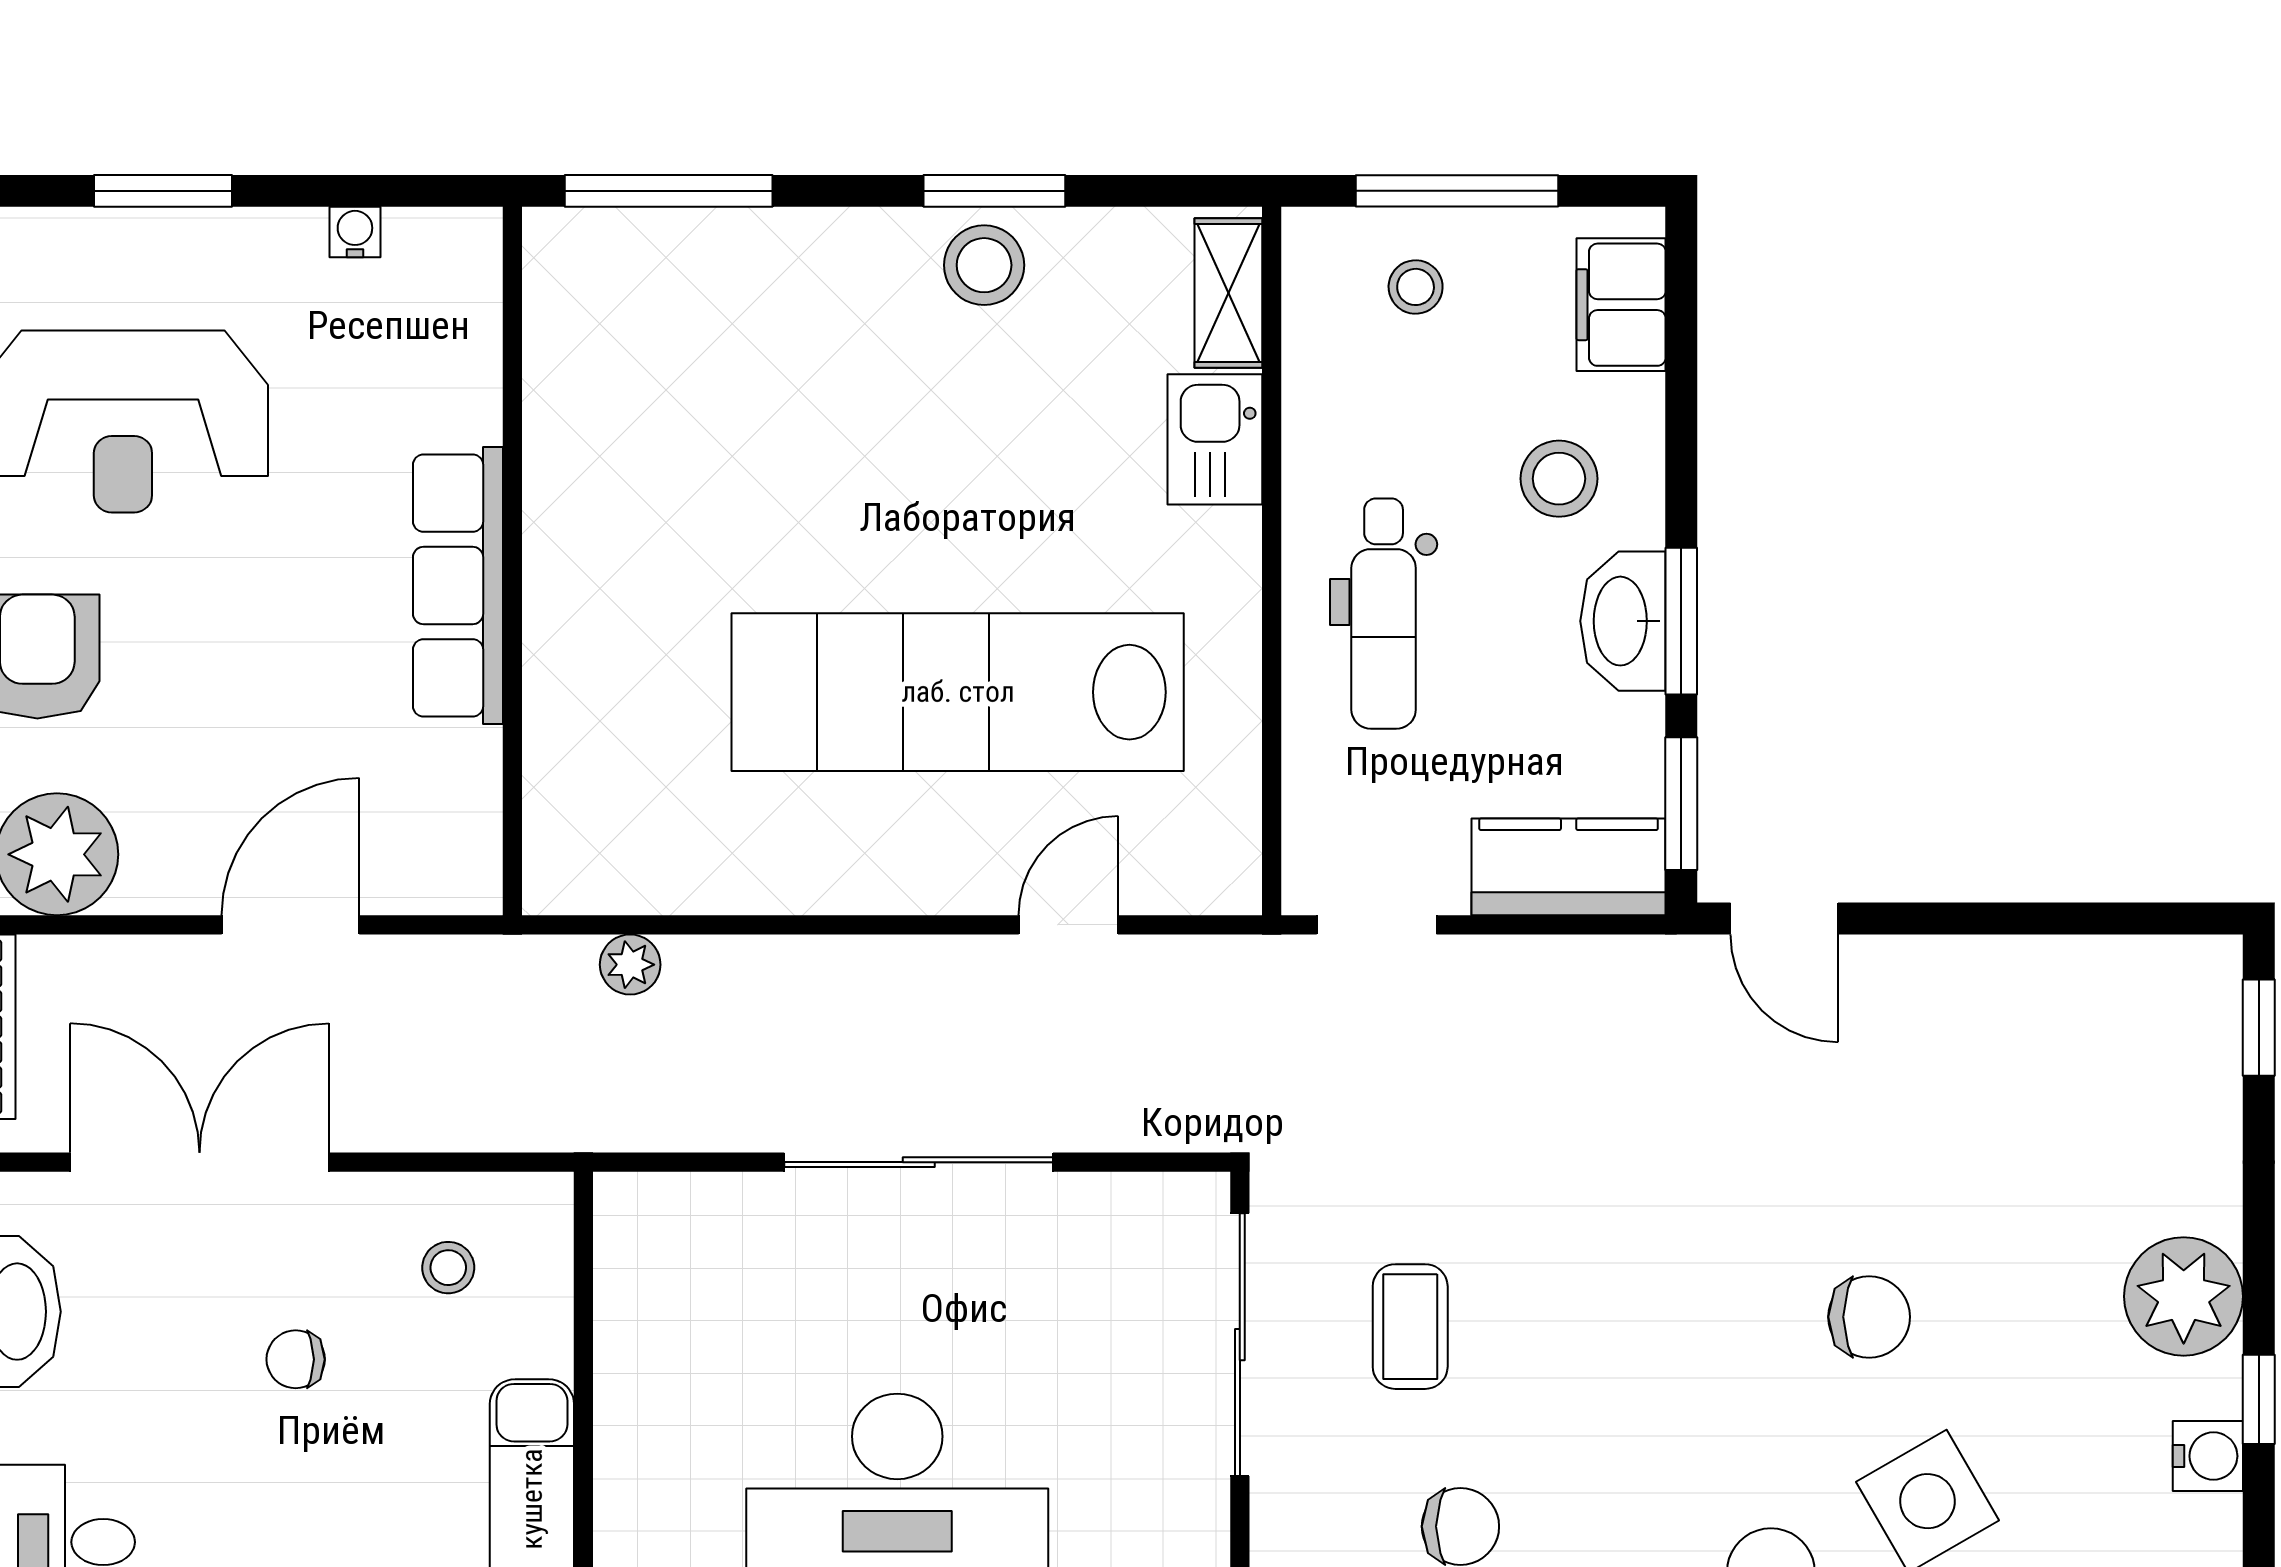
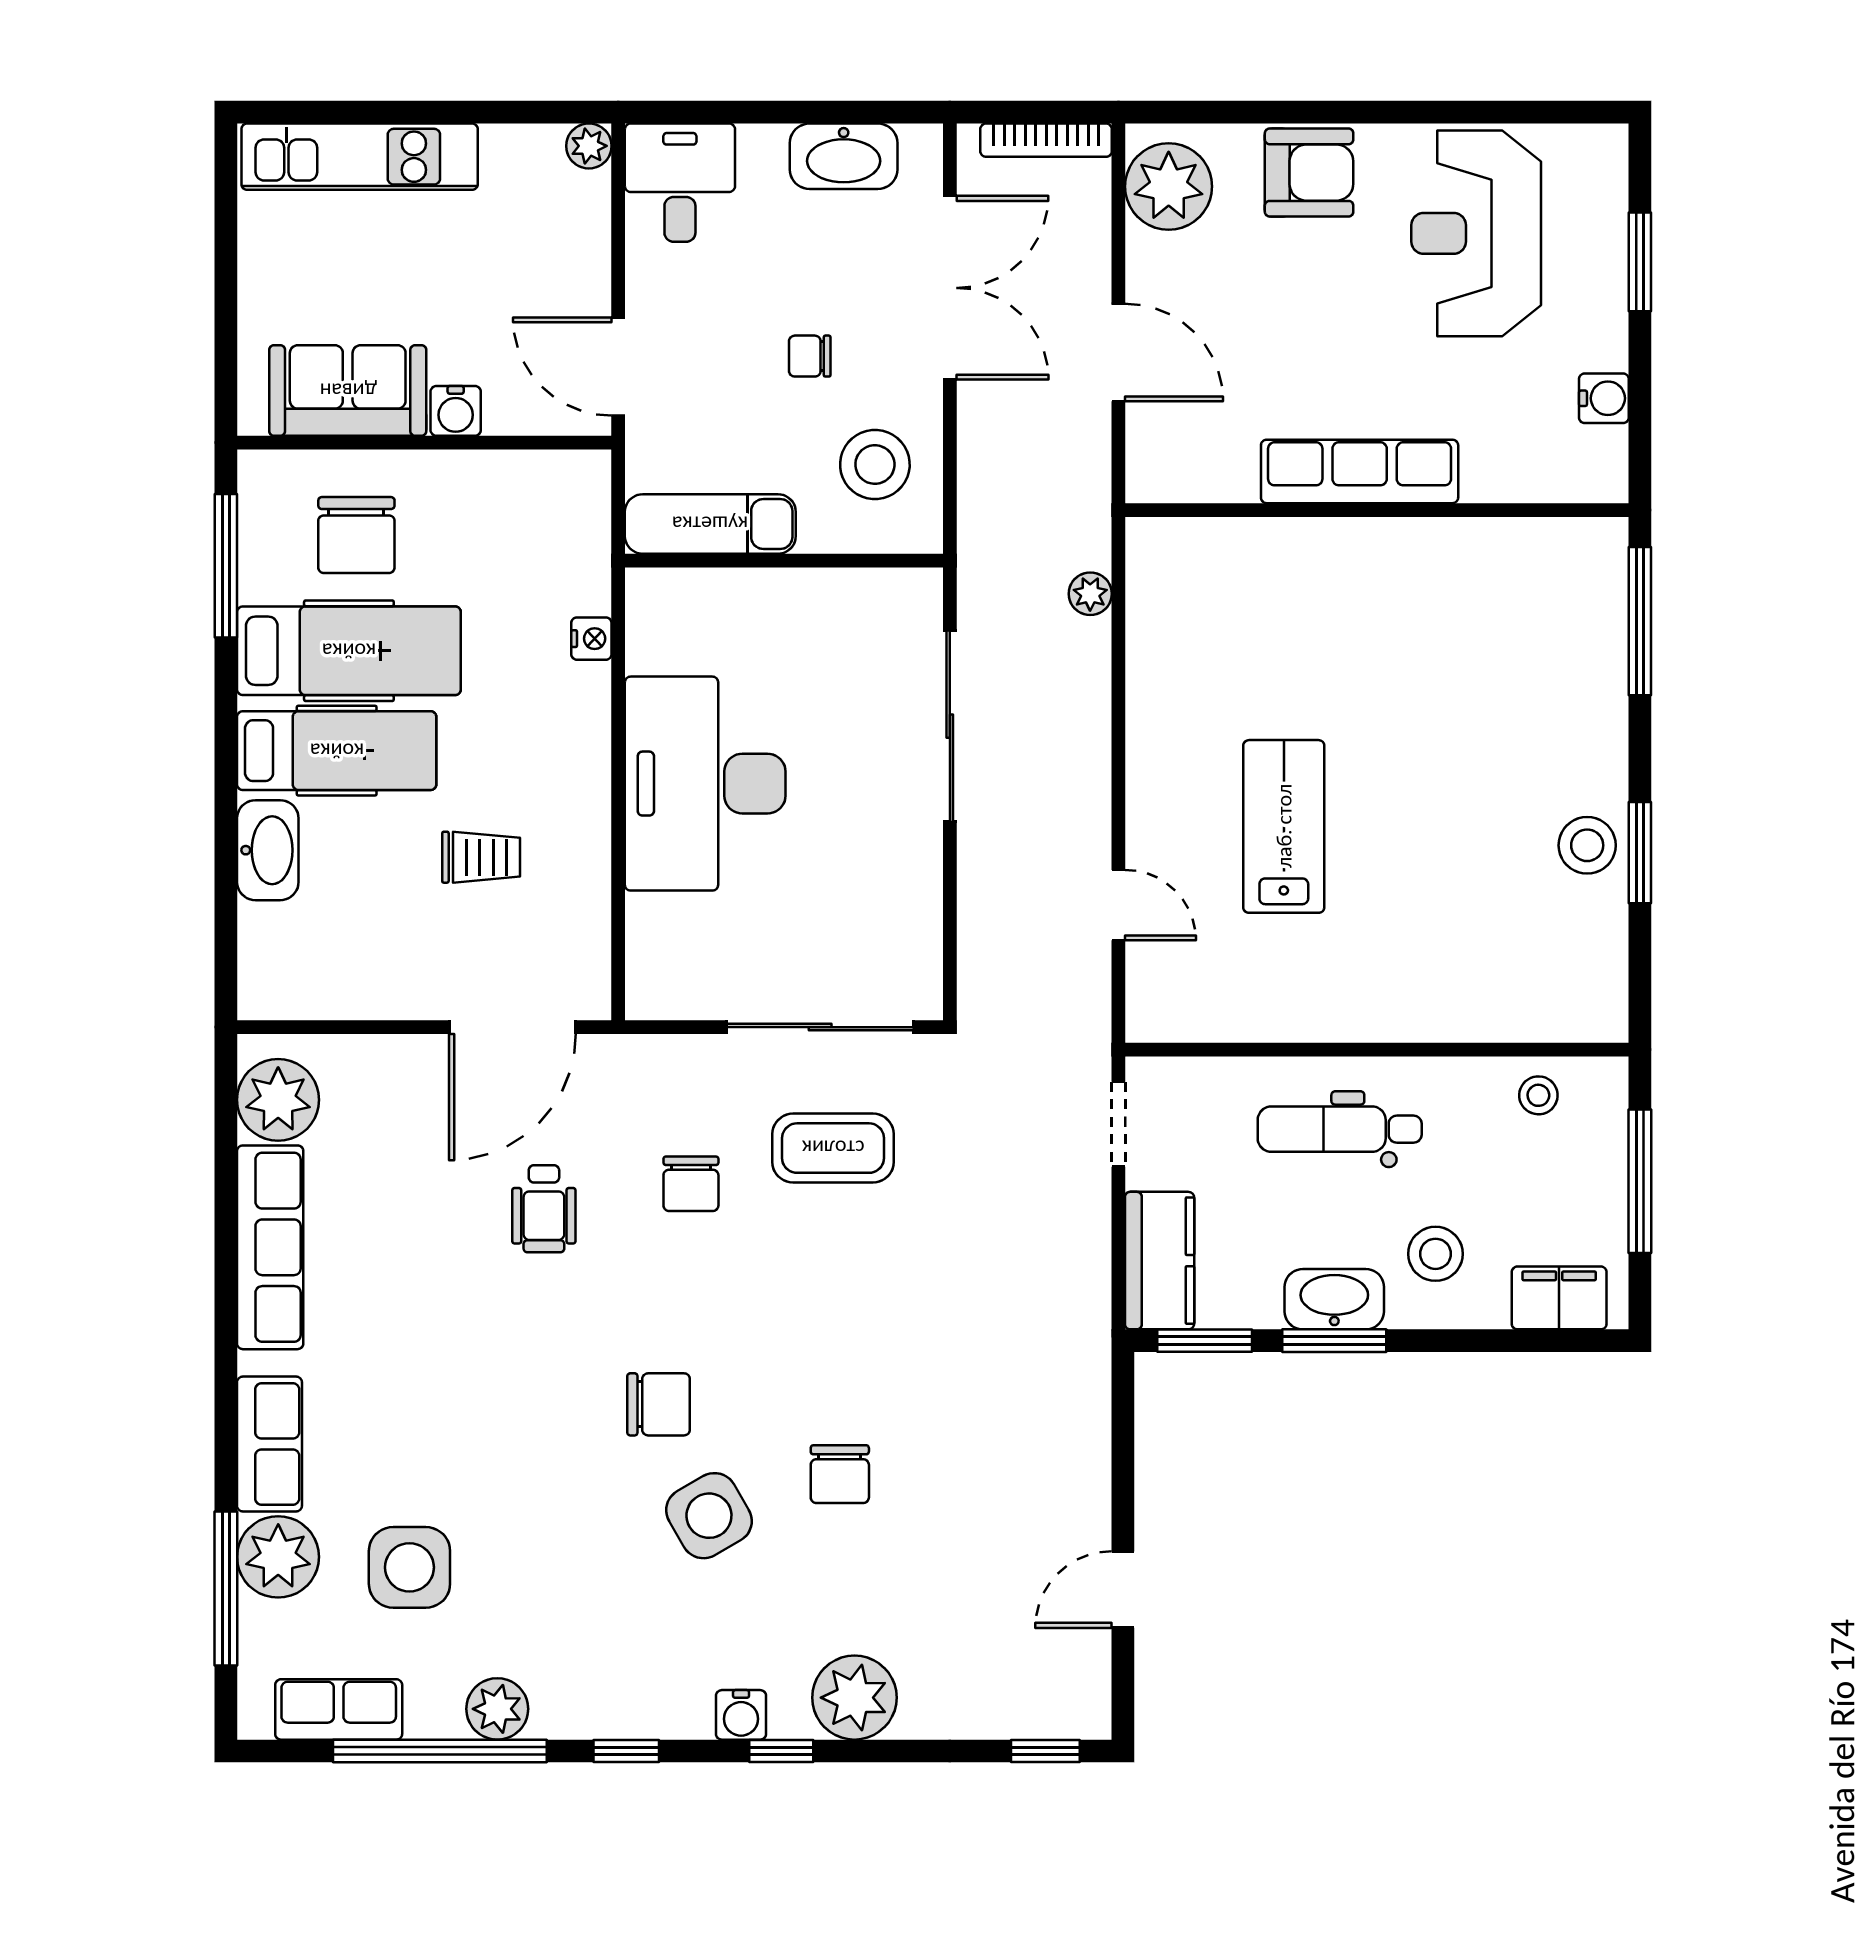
water cooler: (355, 232) -> (1604, 398), width x1.38, depth x1.38
stool: (1416, 287) -> (1538, 1095), moved
shelving: (1228, 293) -> (1567, 1019), removed
kitchen sink: (1215, 439) -> (1463, 1009), removed
lab bench: (958, 692) -> (1284, 826), width x0.54, depth x0.72
door: (1784, 919) -> (1123, 1590), moved
sliding door: (919, 1162) -> (950, 726), moved
stool: (448, 1268) -> (875, 465), width x1.89, depth x1.89
coffee table: (1410, 1327) -> (833, 1148), width x1.36, depth x1.30
chair: (296, 1359) -> (810, 356), turned -90

